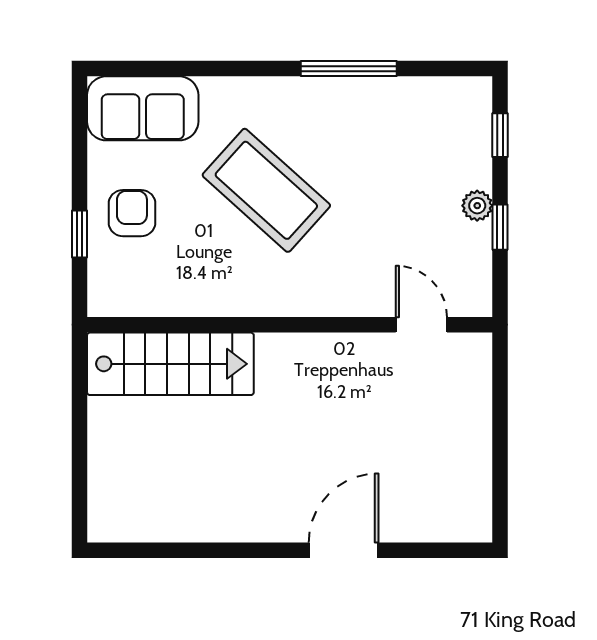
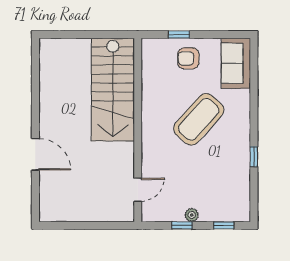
window: (349, 69) -> (254, 157), width x0.46
armchair: (132, 213) -> (188, 58), turned 180
stairs: (170, 364) -> (113, 90), width x1.36, depth x1.51

